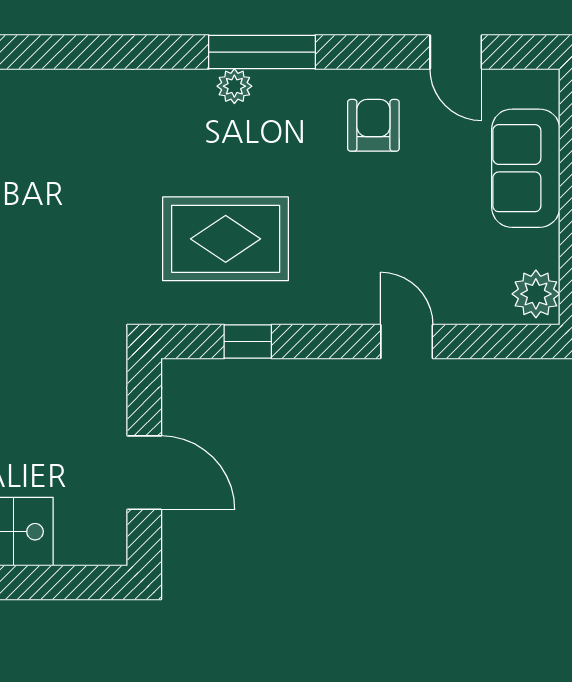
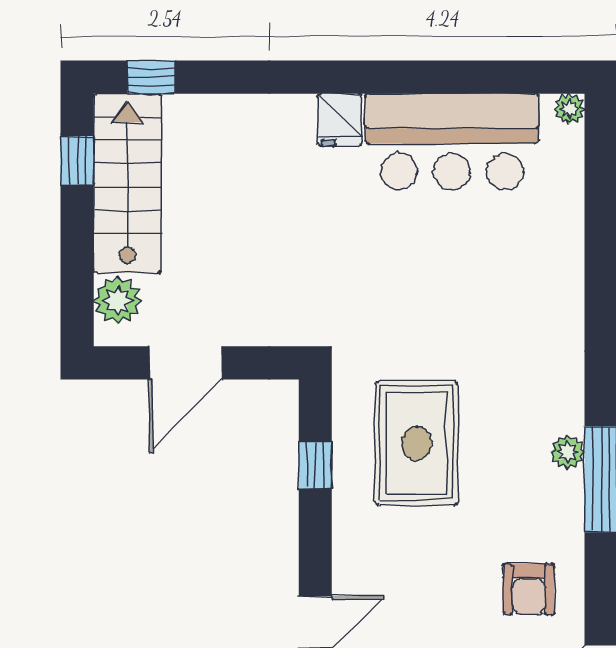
armchair: (373, 125) -> (529, 589), turned 90
plant: (81, 542) -> (118, 300), added

